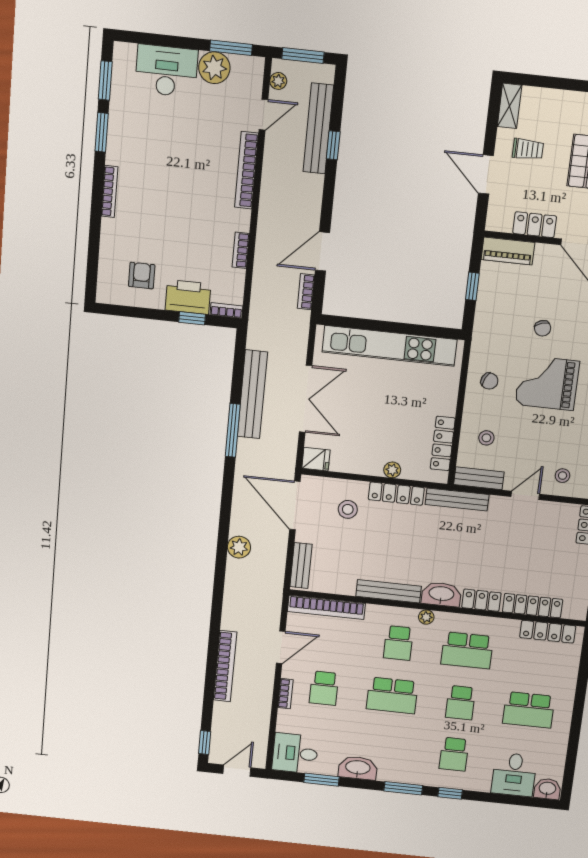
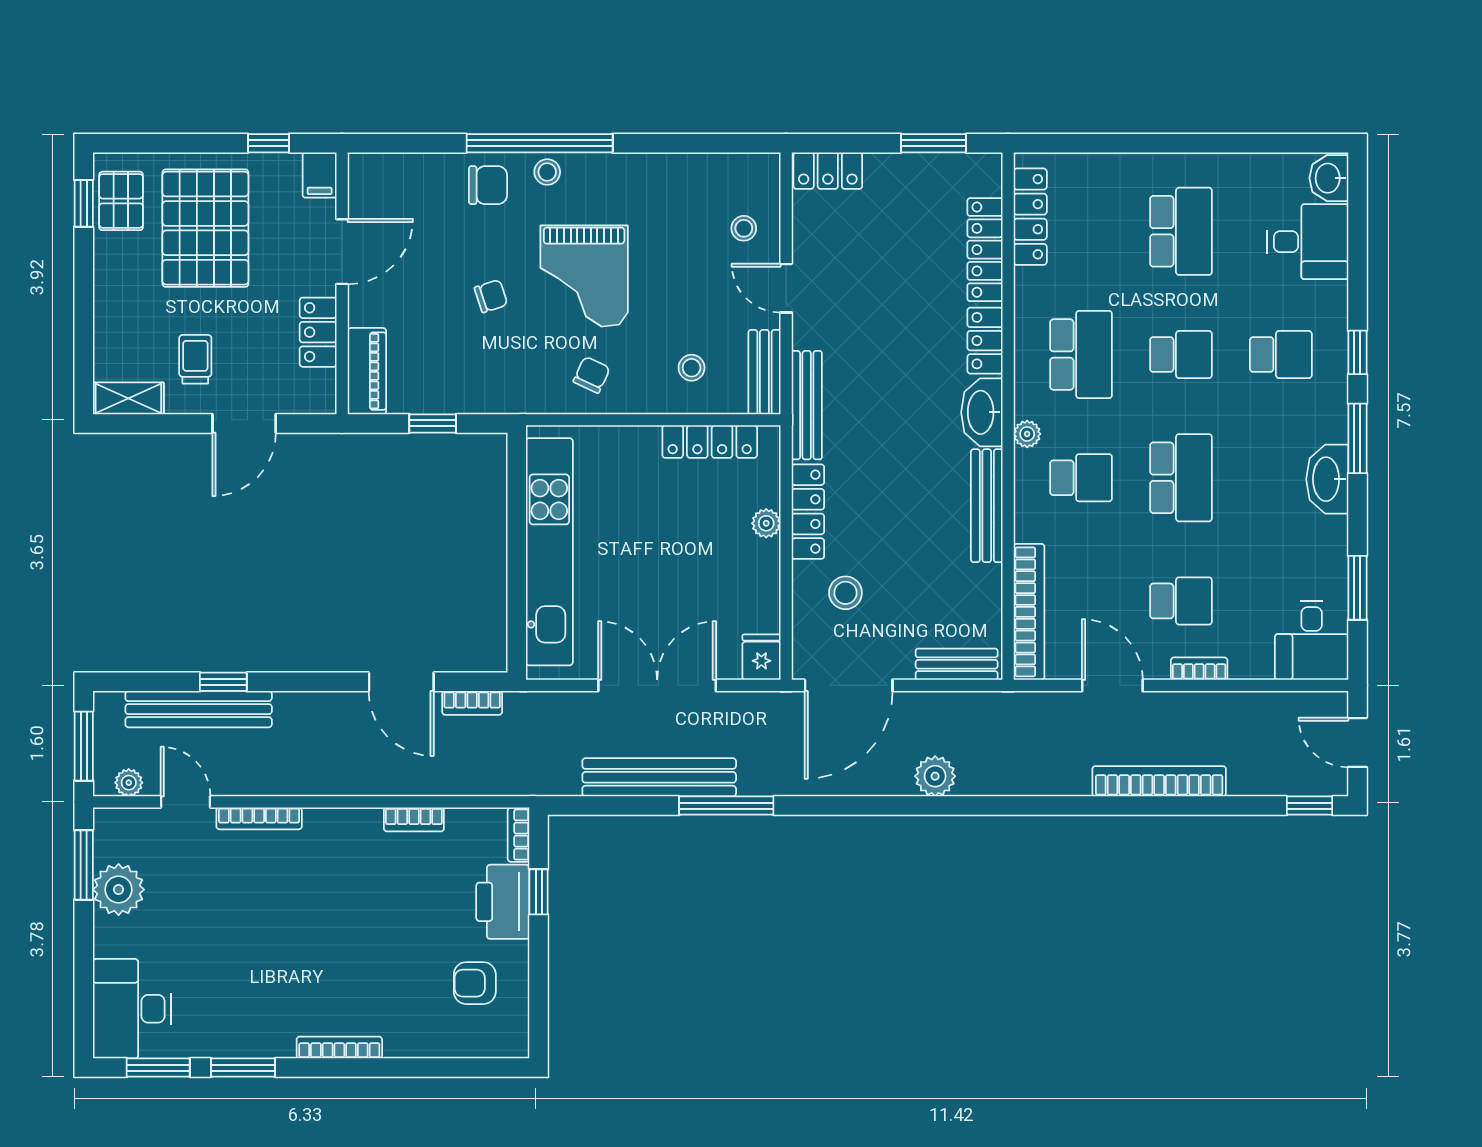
desk: (166, 71) -> (132, 1009), moved
bookcase: (246, 170) -> (259, 818), width x0.68, depth x0.76
washbasin: (358, 768) -> (1327, 479), moved

